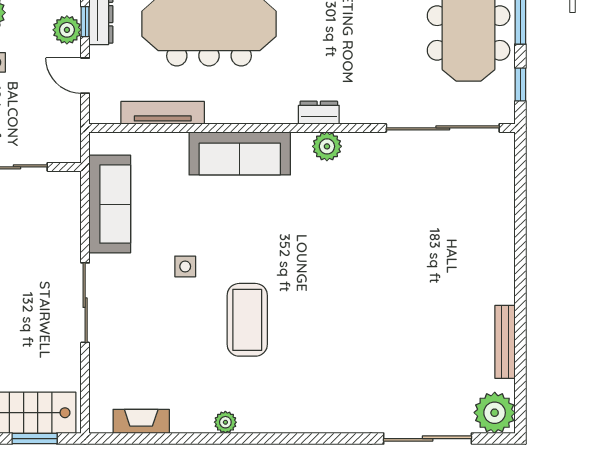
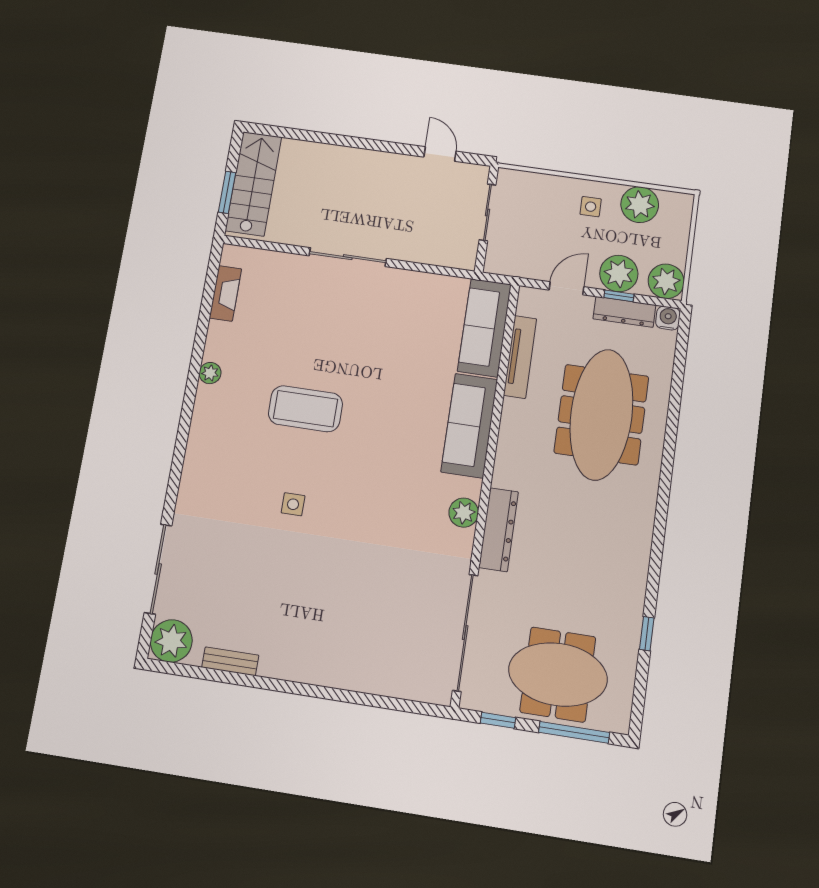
plant: (67, 30) -> (619, 274), width x1.36, depth x1.36
dresser: (319, 113) -> (499, 530), width x1.96, depth x1.24
sofa: (110, 204) -> (484, 328), moved, turned 90
side table: (185, 266) -> (293, 504), moved
bench: (505, 342) -> (230, 661), width x0.73

